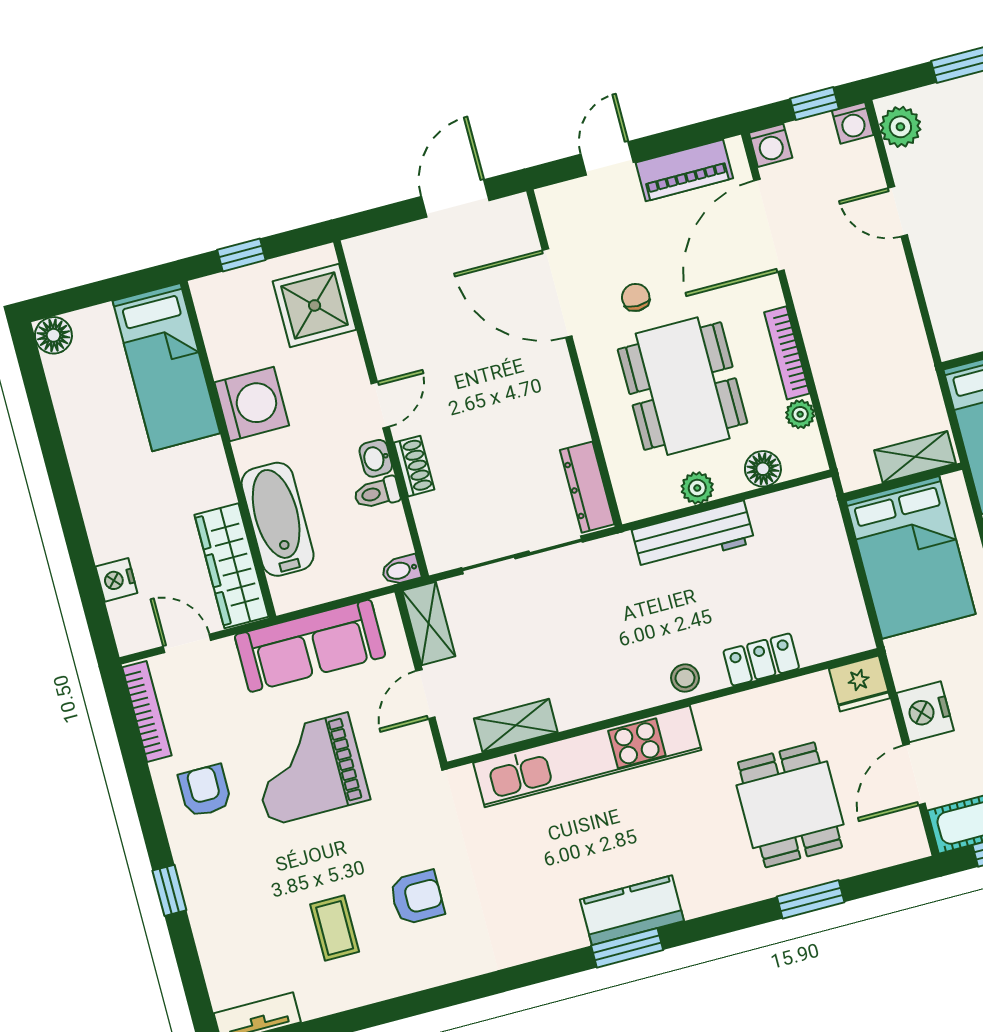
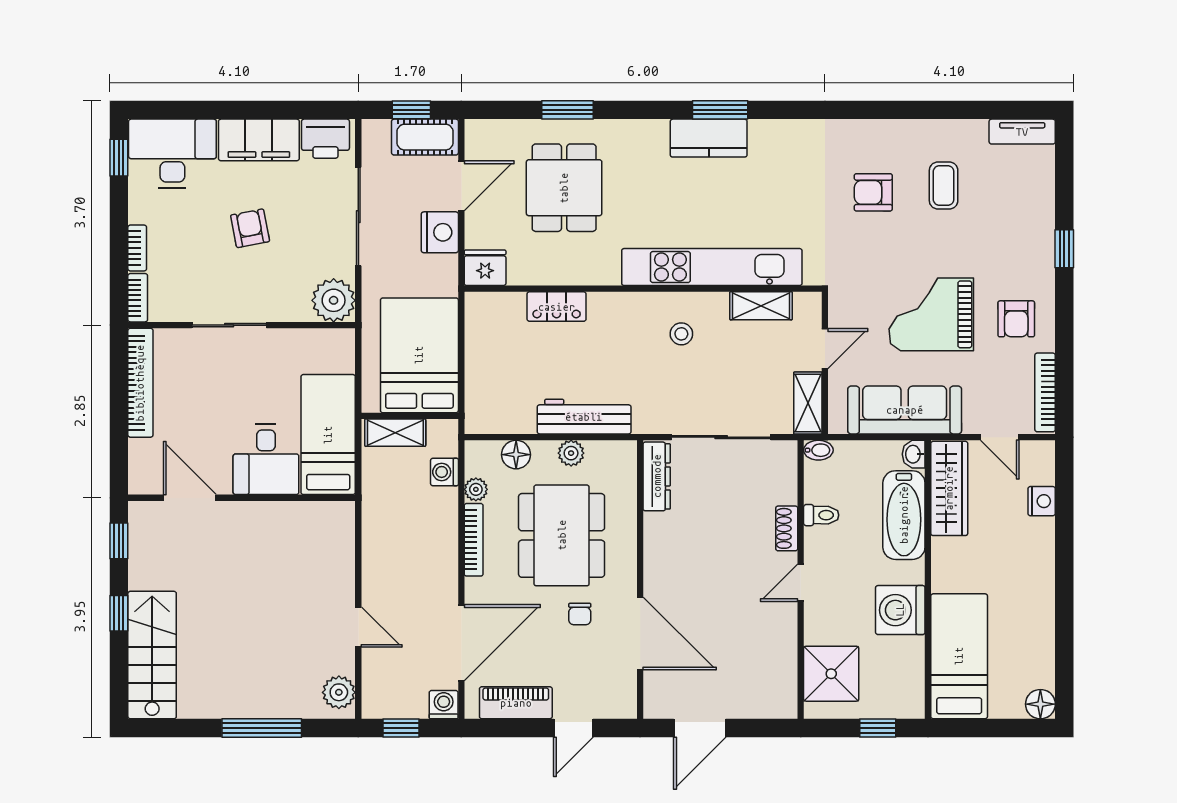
washing machine: (853, 123) -> (444, 472), moved, turned -90
washbasin: (376, 458) -> (914, 454), moved, turned 180
stool: (685, 678) -> (681, 334), moved
grand piano: (309, 769) -> (931, 314), turned 180

